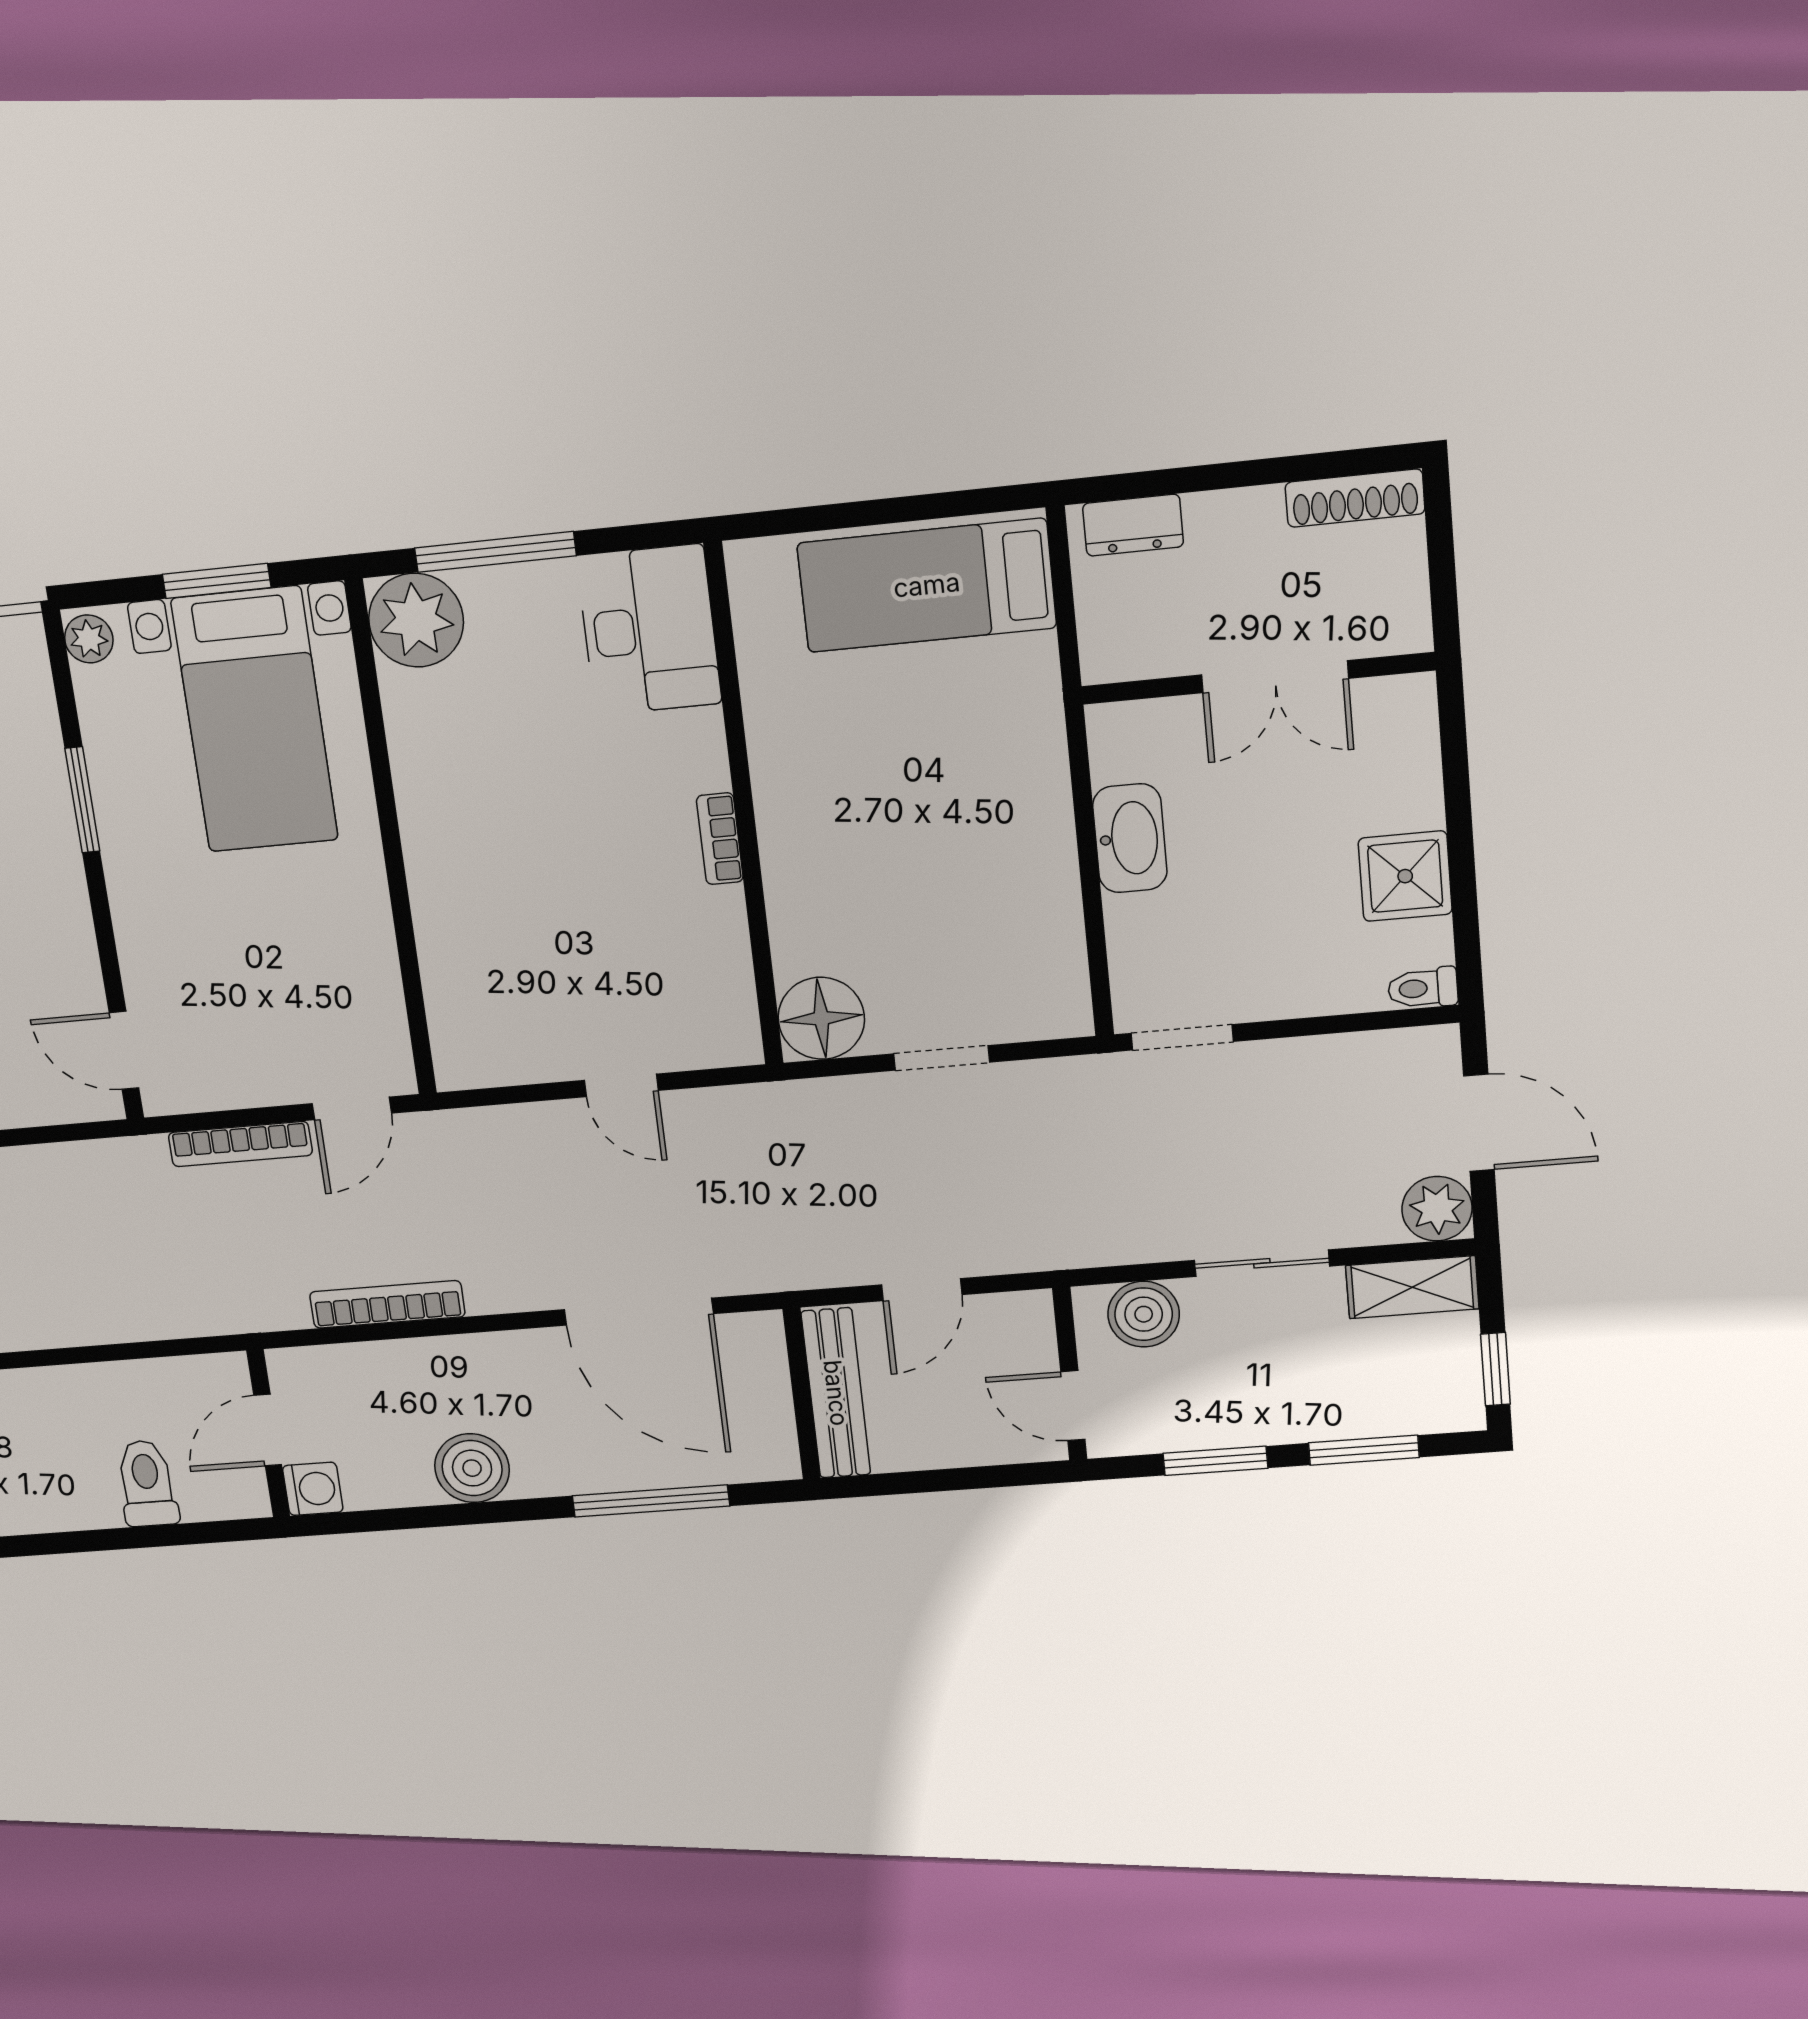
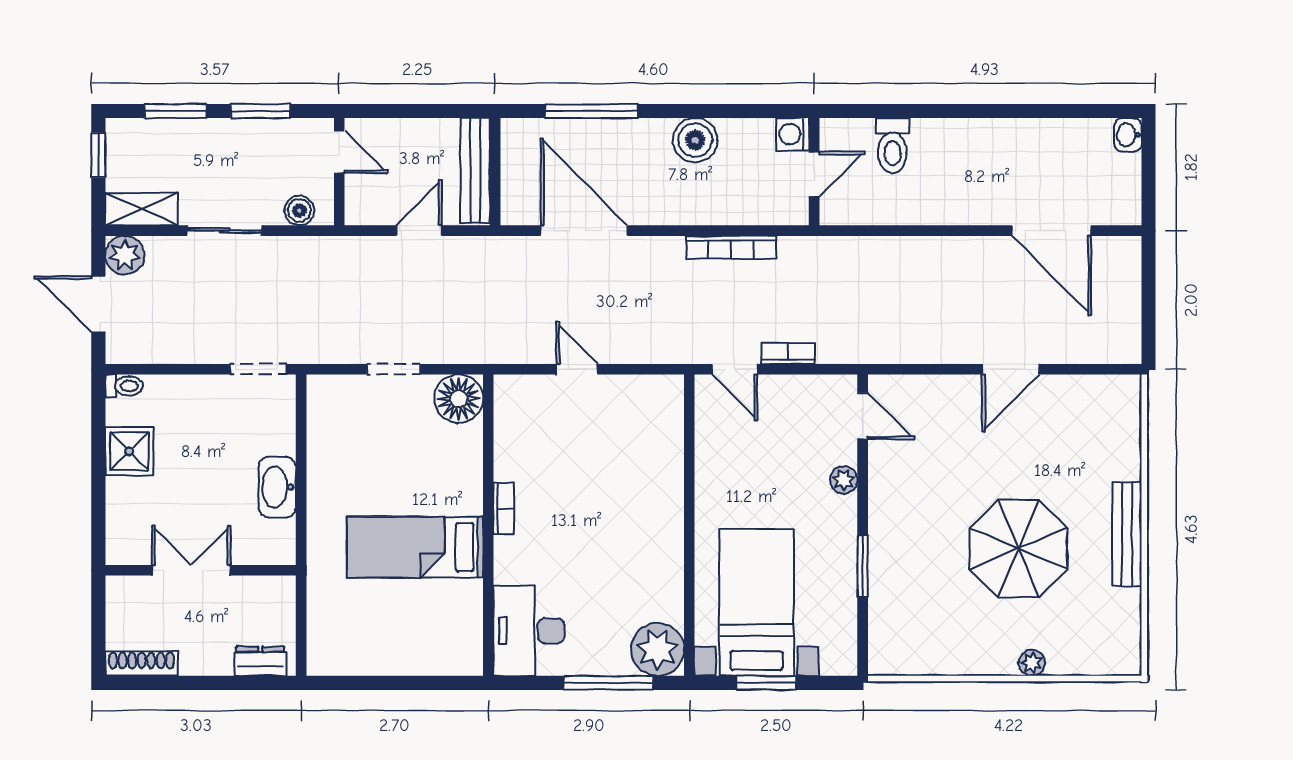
bed: (927, 585) -> (415, 547), moved, turned 180
plant: (89, 639) -> (844, 480), moved
door: (352, 1108) -> (735, 369), swing flipped
bookcase: (240, 1144) -> (788, 353), width x0.64
boiler: (1144, 1314) -> (299, 210), width x0.73, depth x0.73

